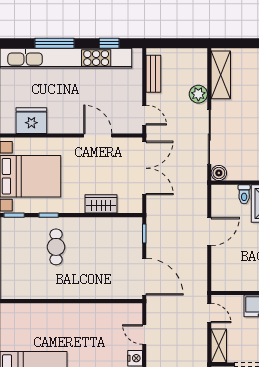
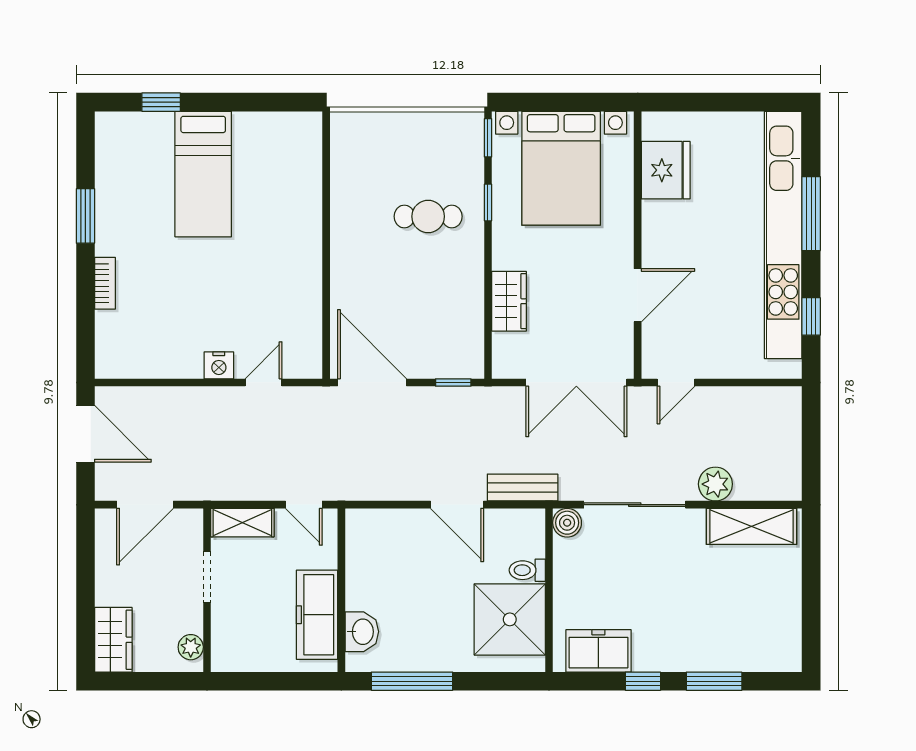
bench: (153, 74) -> (523, 488), moved
door: (144, 277) -> (372, 382), swing flipped
door: (209, 313) -> (304, 505), hinge flipped

